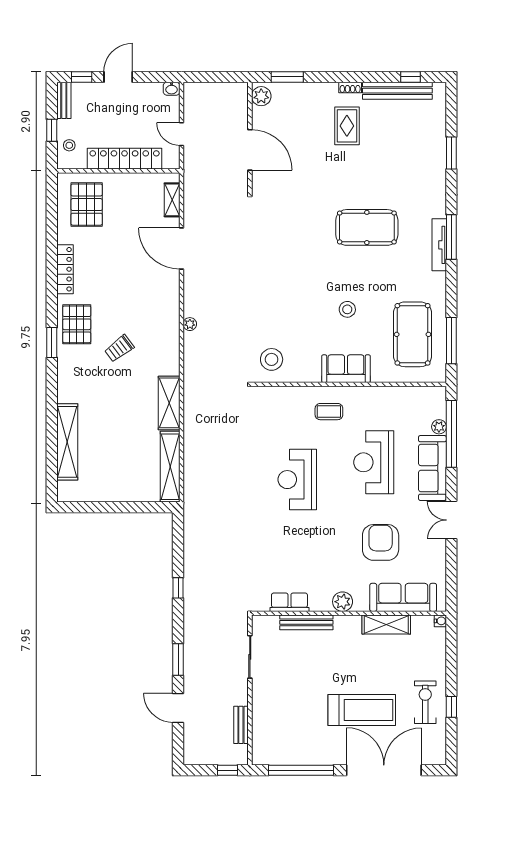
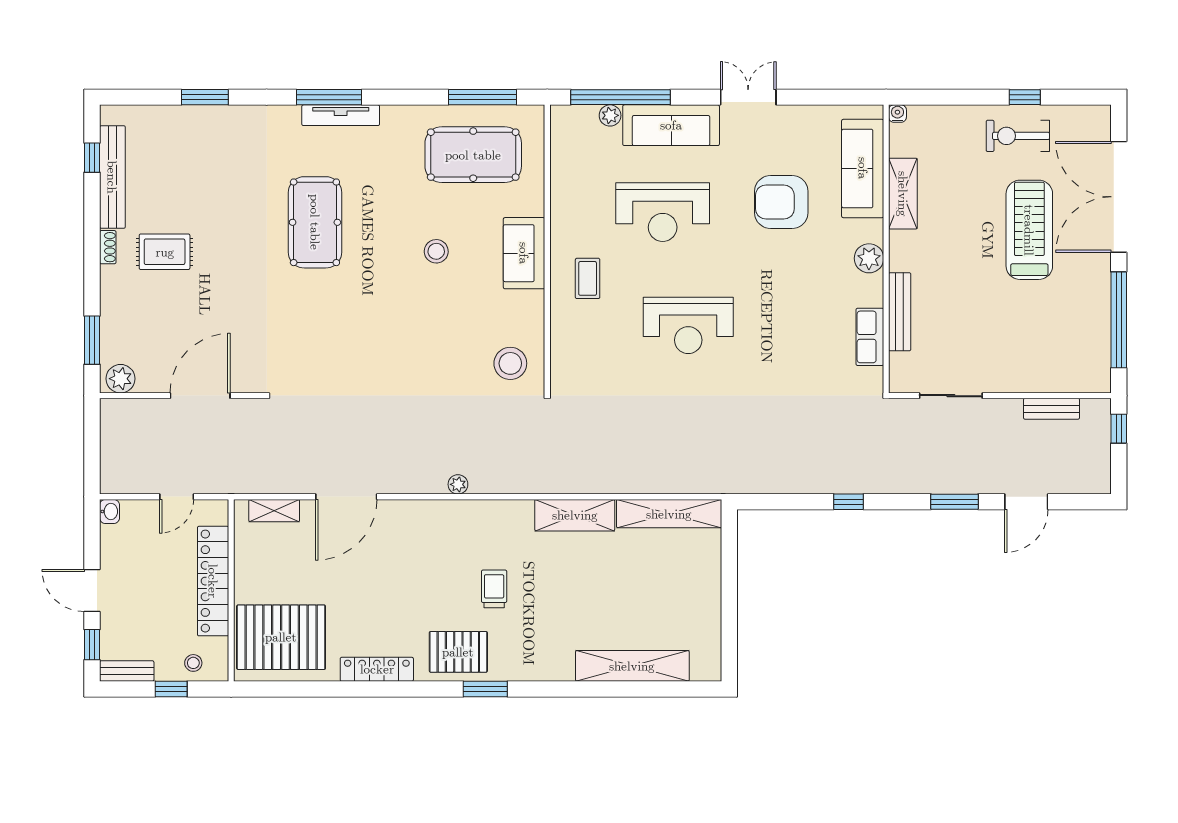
pallet: (87, 205) -> (281, 637), width x1.37, depth x1.41
trolley: (119, 348) -> (494, 589), turned -143
double door: (451, 520) -> (748, 97), swing flipped

